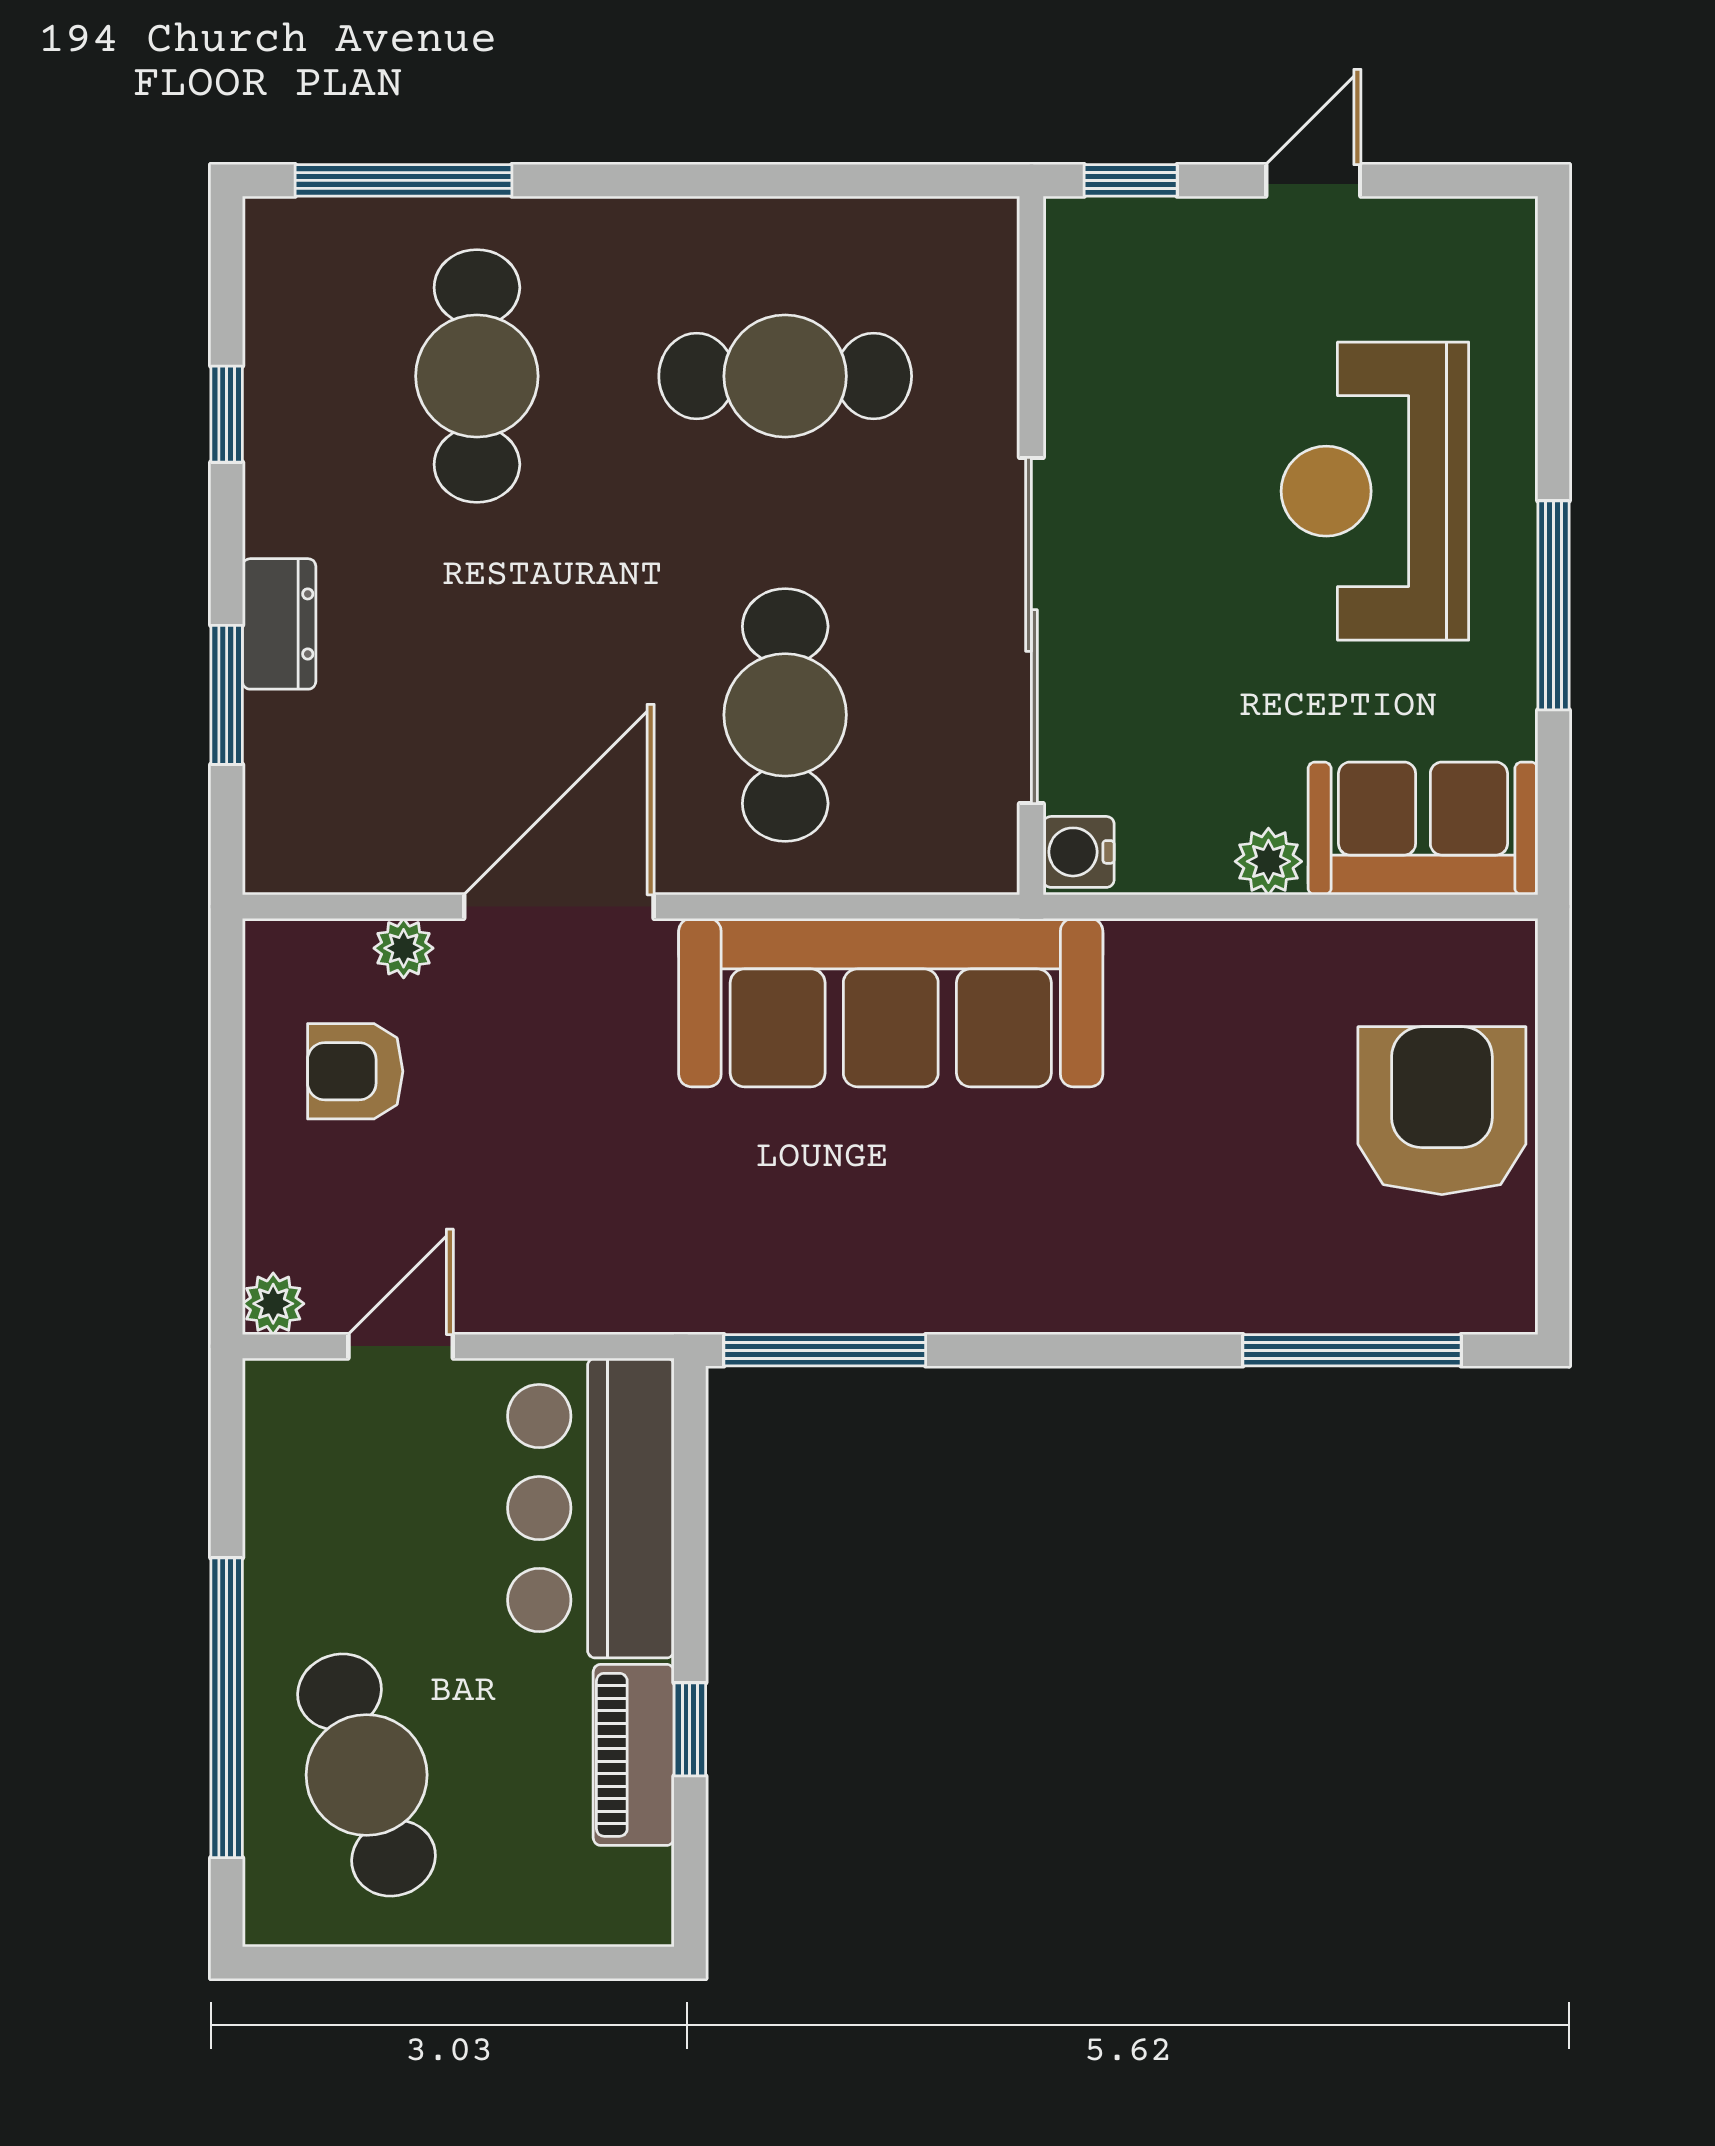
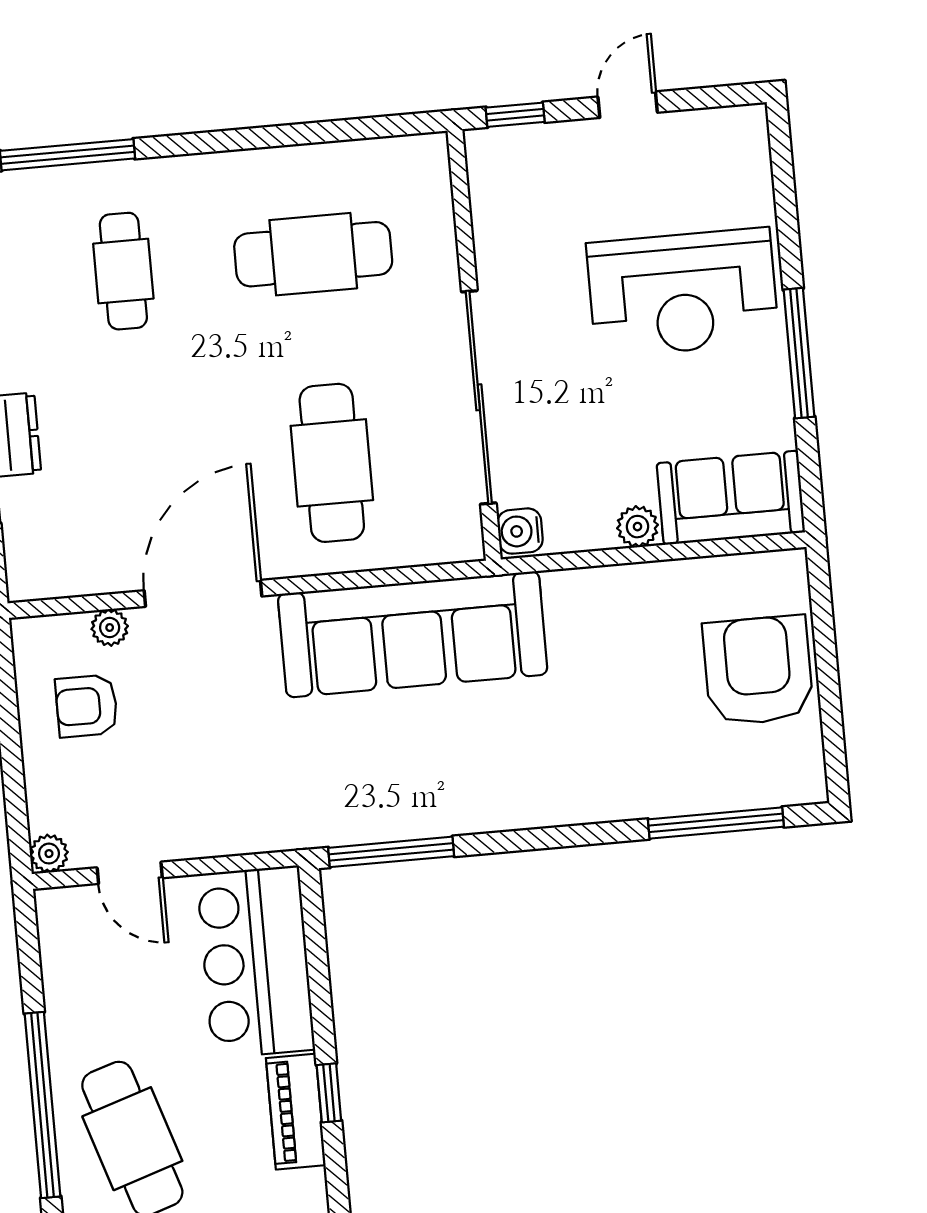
cafe table: (477, 376) -> (123, 271), width x0.73, depth x0.74
reception desk: (1375, 491) -> (683, 293), turned -90
door: (401, 1346) -> (130, 873), swing flipped

